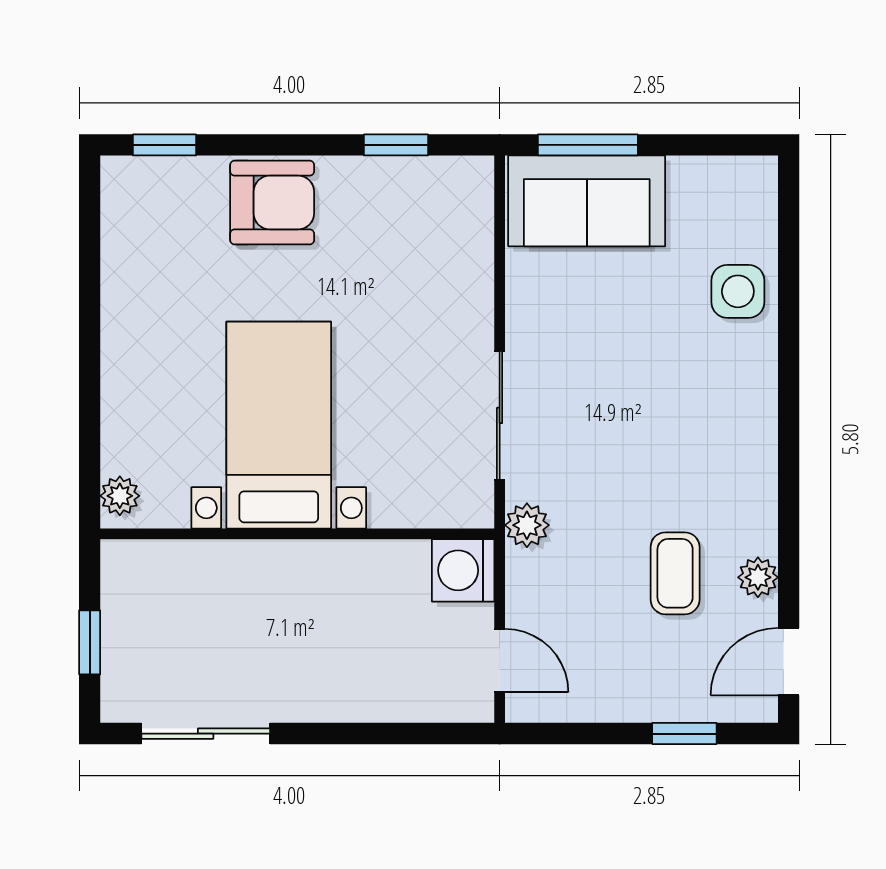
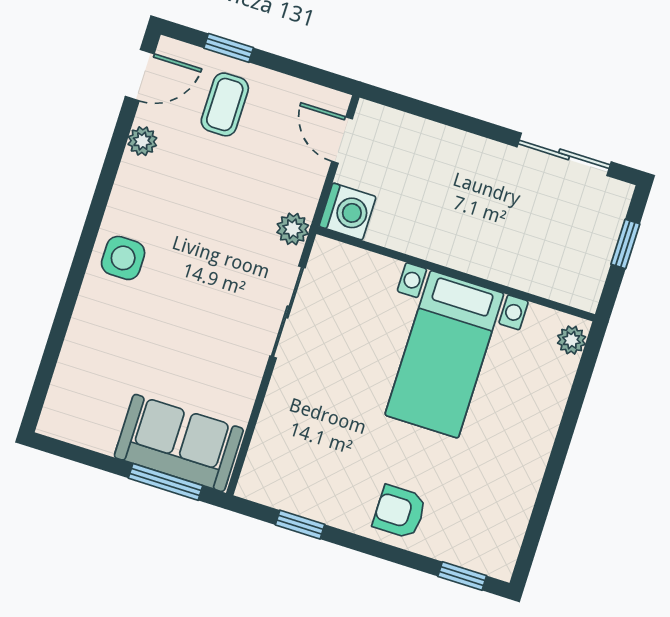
armchair: (272, 203) -> (400, 512), width x0.72, depth x0.72
side table: (738, 291) -> (123, 258), moved
coffee table: (675, 573) -> (225, 104), moved

